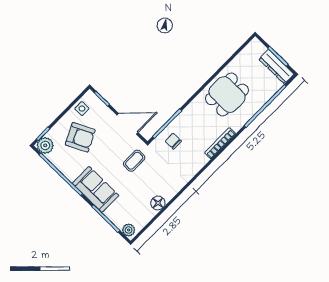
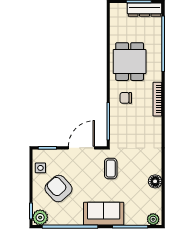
armchair: (80, 137) -> (58, 189), turned -106
chair: (173, 141) -> (126, 98), moved

